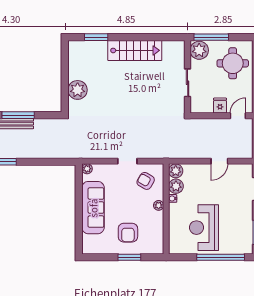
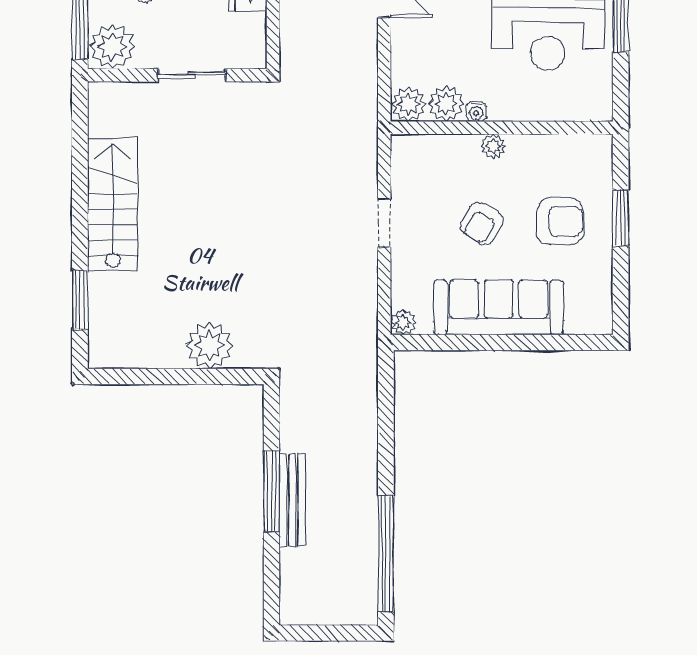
armchair: (146, 181) -> (482, 223), moved

